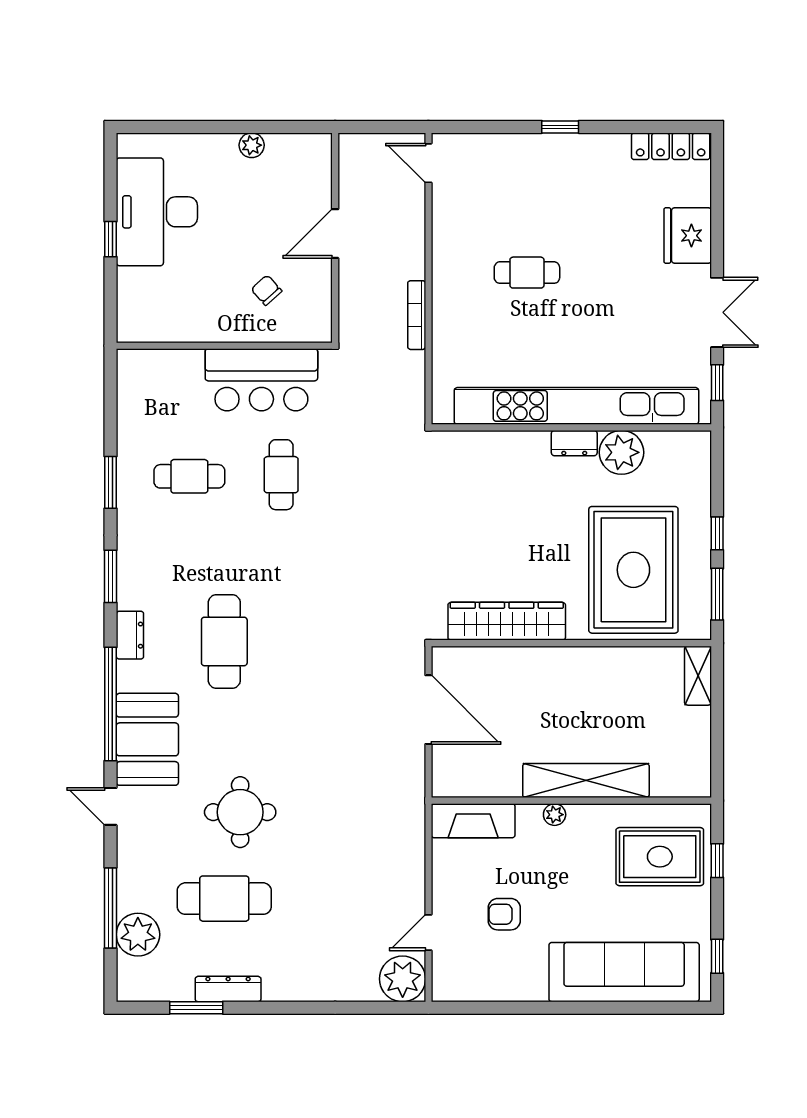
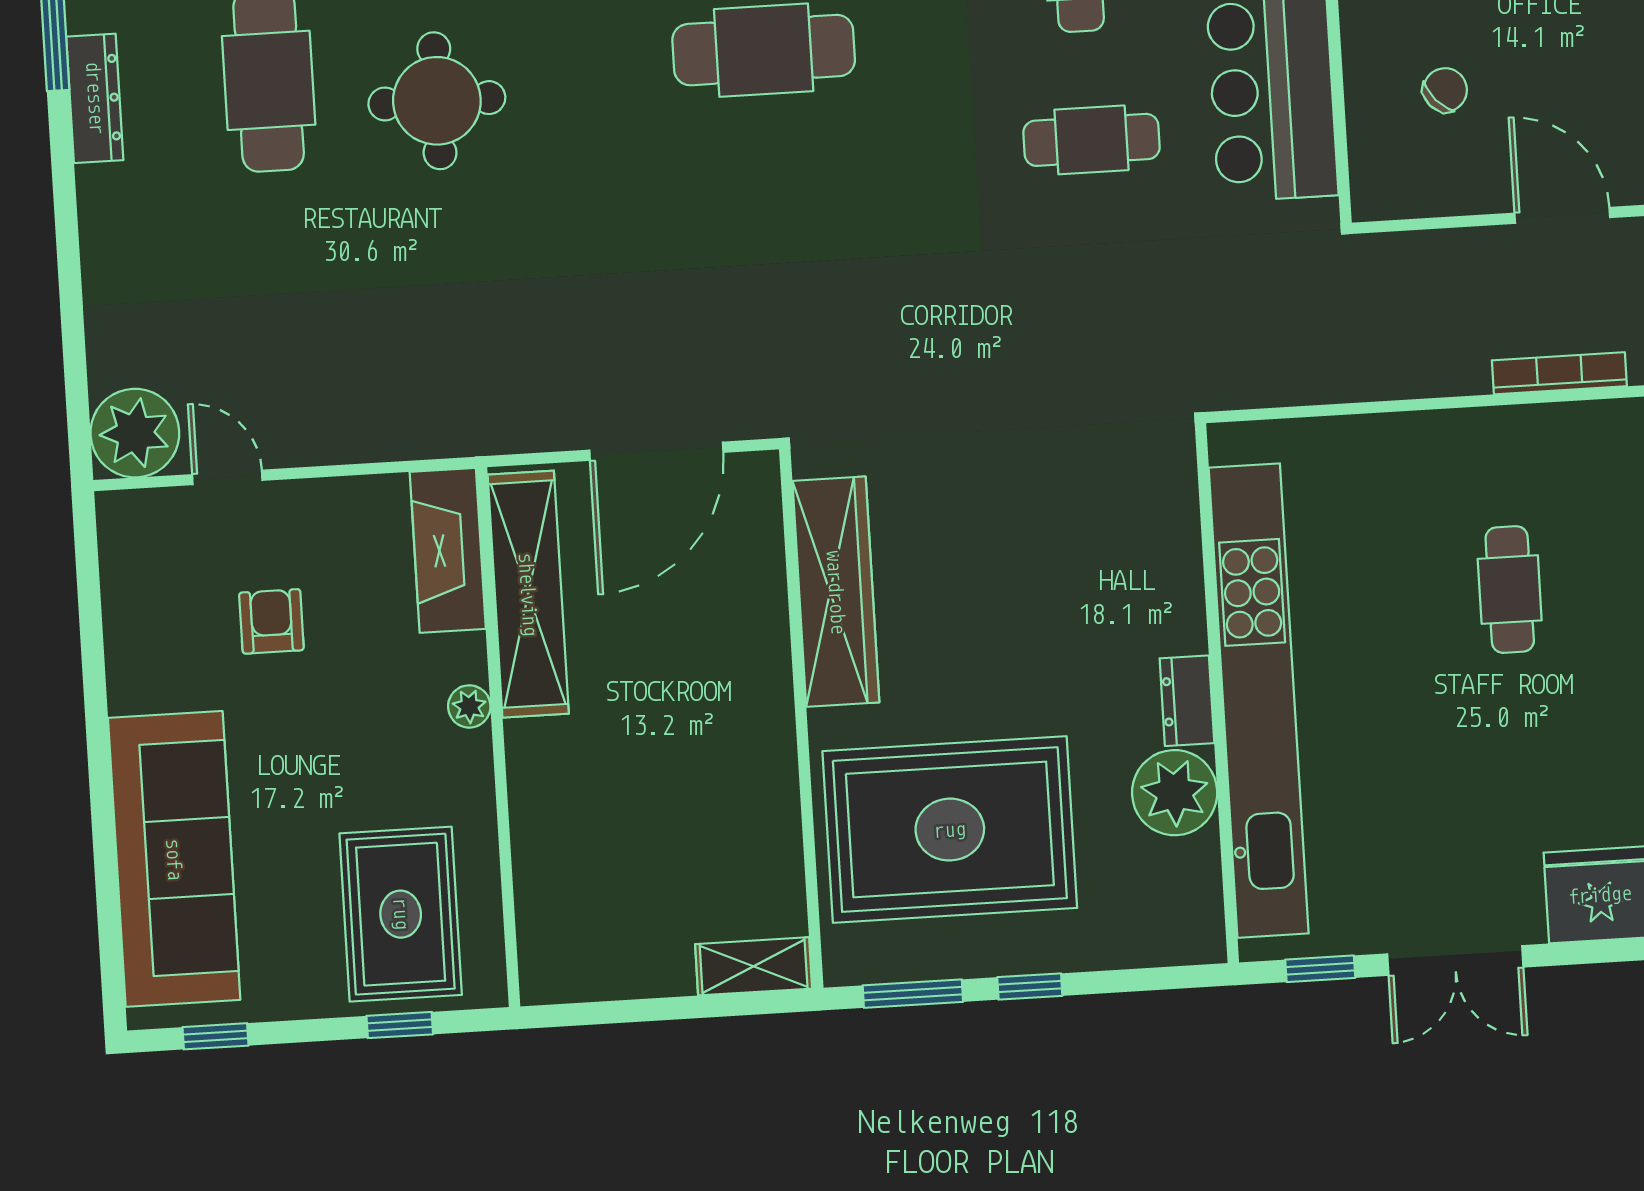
bookcase: (417, 315) -> (1559, 373), moved
shelving: (586, 781) -> (528, 594), moved

